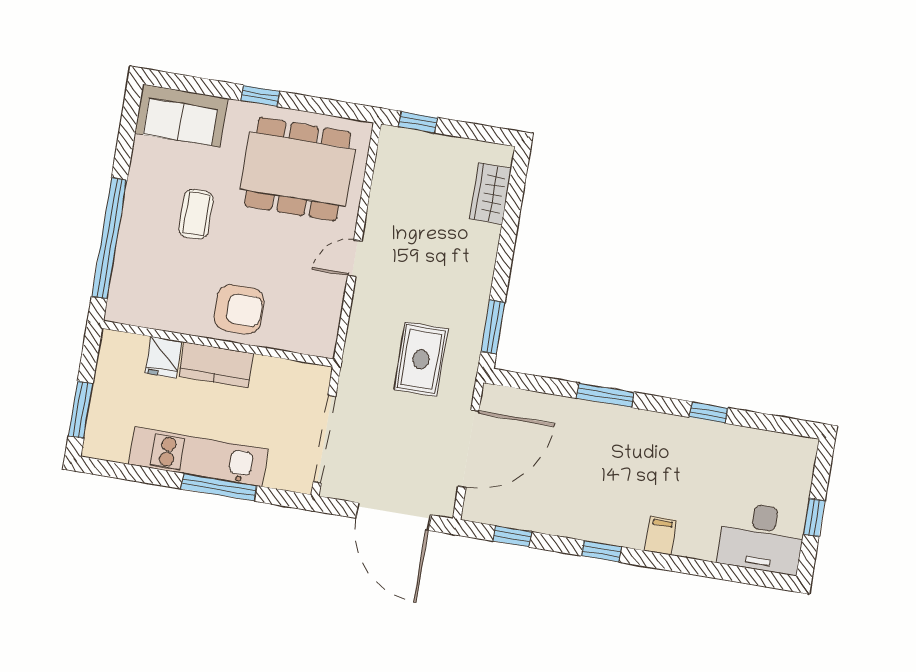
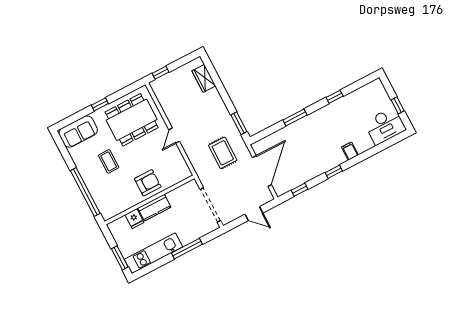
kitchen unit: (198, 457) -> (153, 253), moved
door: (393, 516) -> (254, 214), width x0.53

